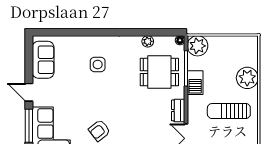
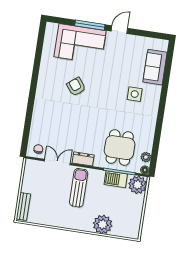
plant: (148, 41) -> (146, 157), moved
sofa: (43, 60) -> (155, 67), moved, turned 90
barbecue: (195, 83) -> (116, 179), moved
sun lounger: (229, 111) -> (79, 188), moved

